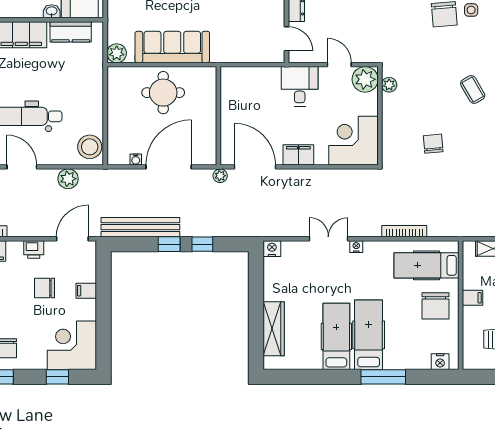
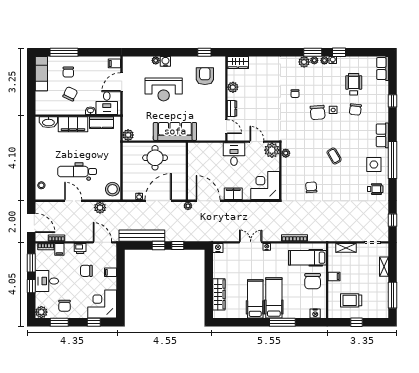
sofa: (172, 47) -> (175, 131), moved
door: (72, 239) -> (102, 242), hinge flipped

